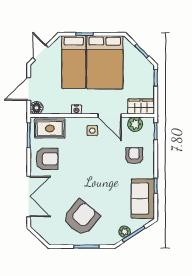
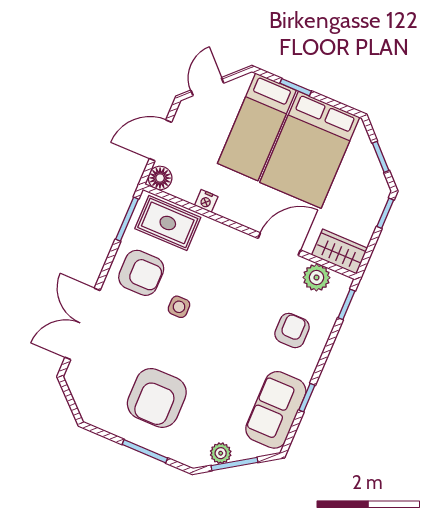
nightstand: (76, 109) -> (206, 201), moved
door: (110, 116) -> (279, 244), swing flipped
side table: (92, 131) -> (179, 307), moved
double door: (29, 197) -> (83, 324), swing flipped
armchair: (81, 218) -> (157, 398), turned 140

